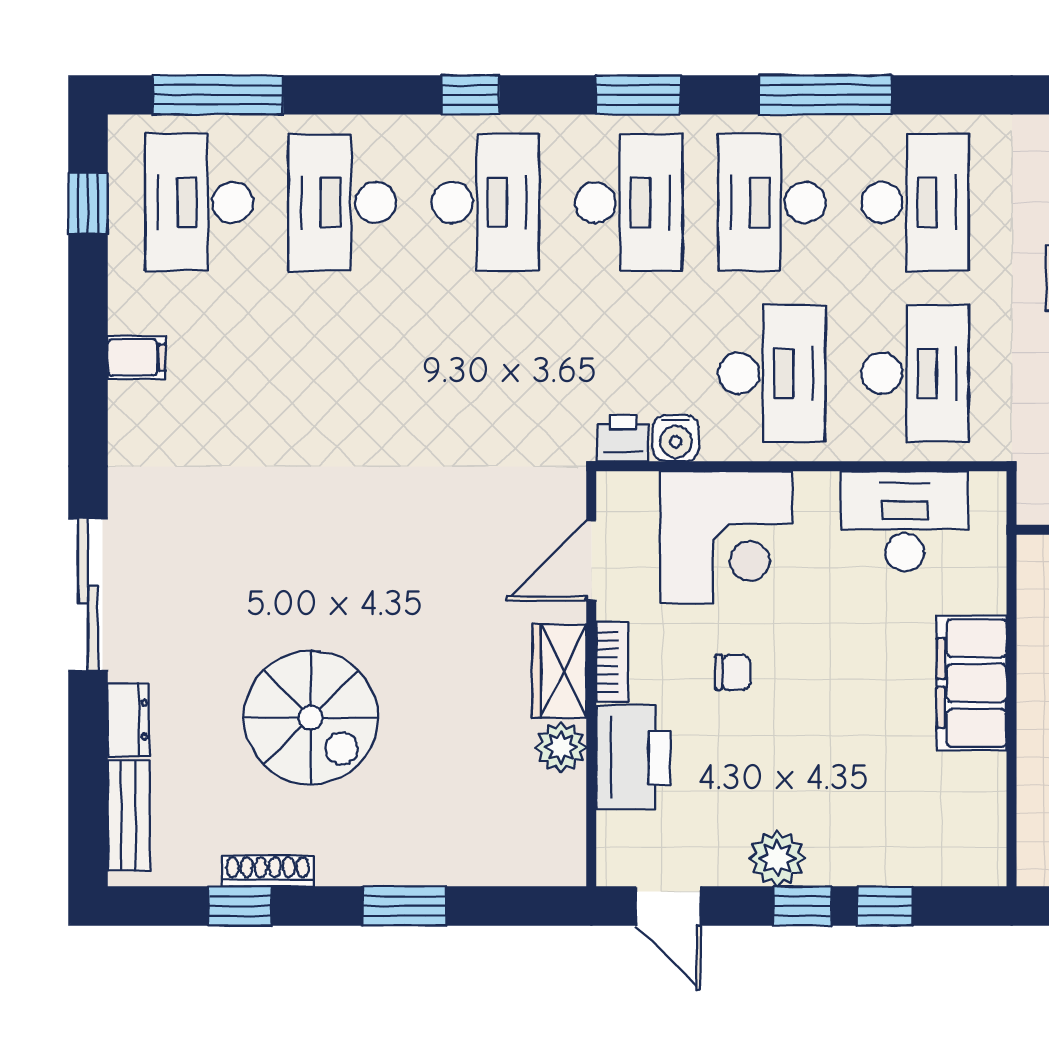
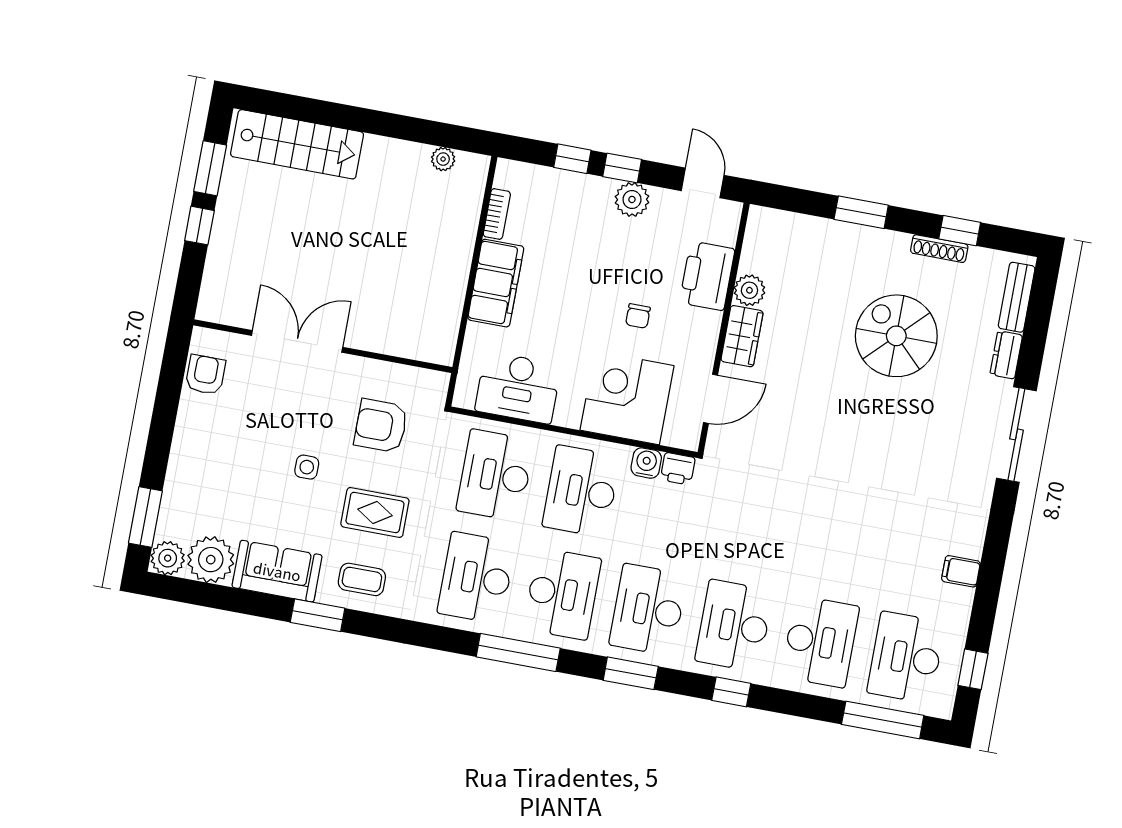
desk: (199, 202) -> (906, 657), turned 180
bookcase: (612, 662) -> (497, 214), moved, turned 180
chair: (733, 672) -> (638, 316), turned -90

